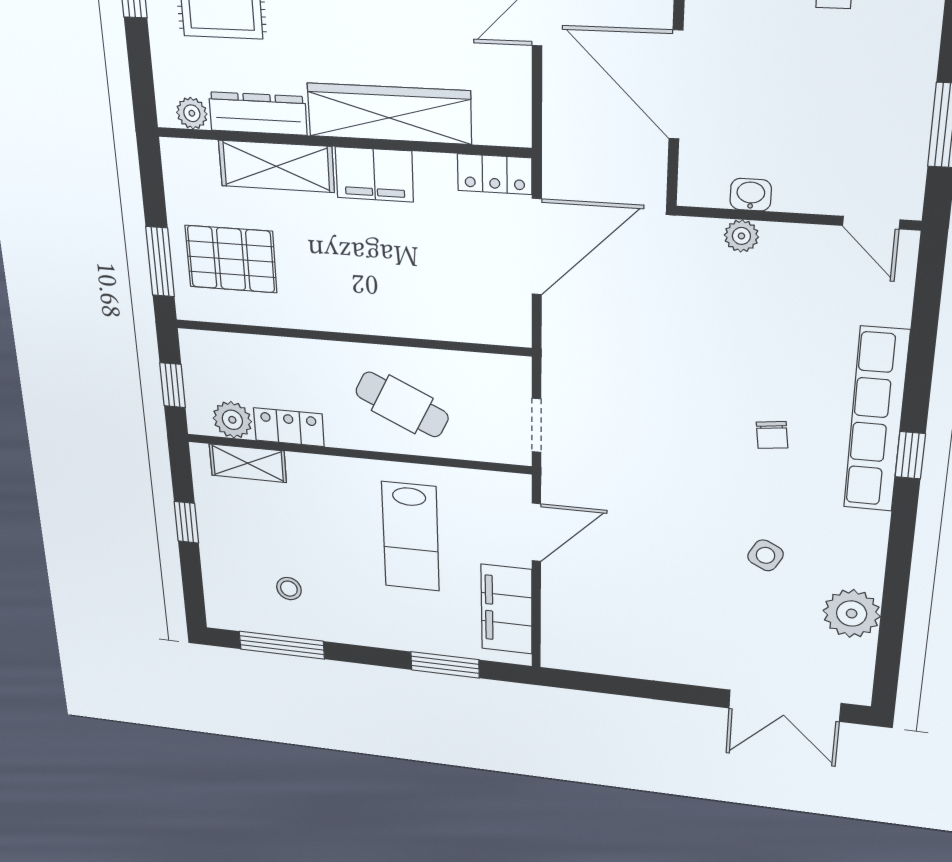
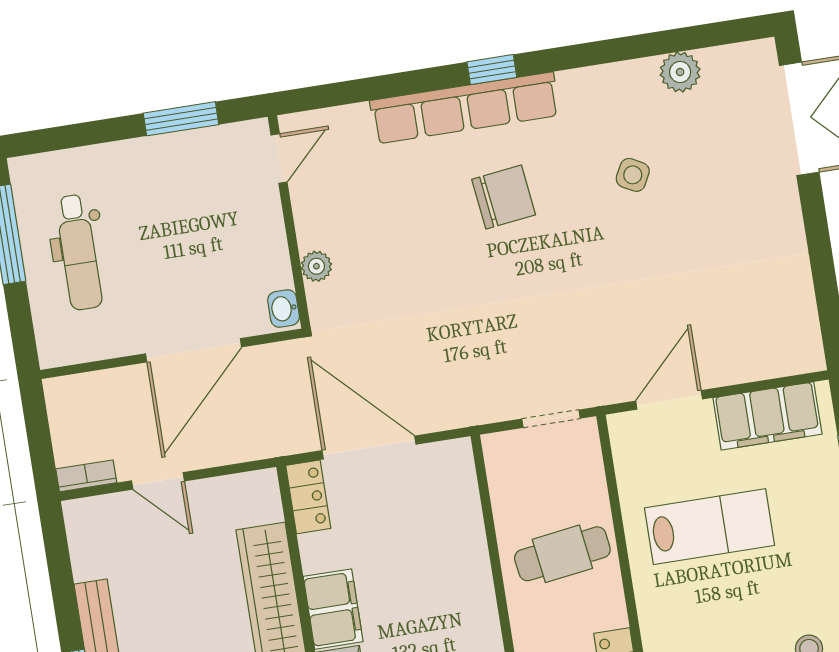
washbasin: (751, 195) -> (284, 309), moved
cafe table: (402, 405) -> (562, 554), turned 56
chair: (772, 435) -> (504, 197), width x1.87, depth x1.87
door: (536, 532) -> (669, 400), hinge flipped
plant: (852, 614) -> (680, 72), width x0.73, depth x0.73

